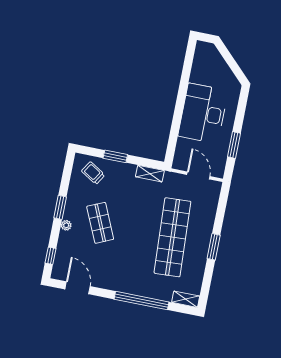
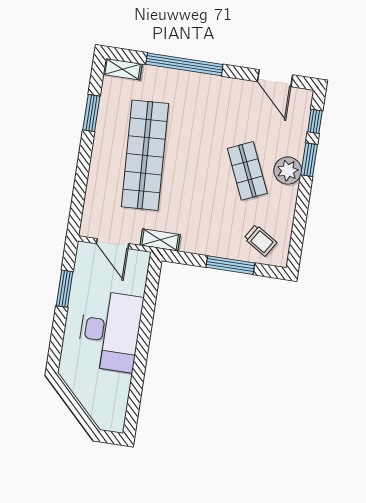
window: (115, 156) -> (230, 265), width x1.44
shelving: (150, 174) -> (160, 240), moved
window: (60, 207) -> (309, 160), moved
plant: (66, 225) -> (288, 171), width x1.87, depth x1.87
window: (214, 247) -> (91, 113), moved

